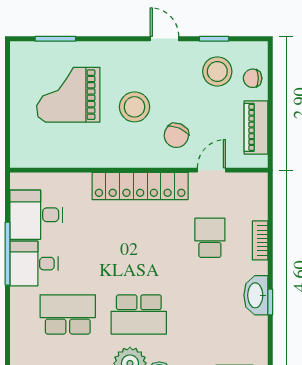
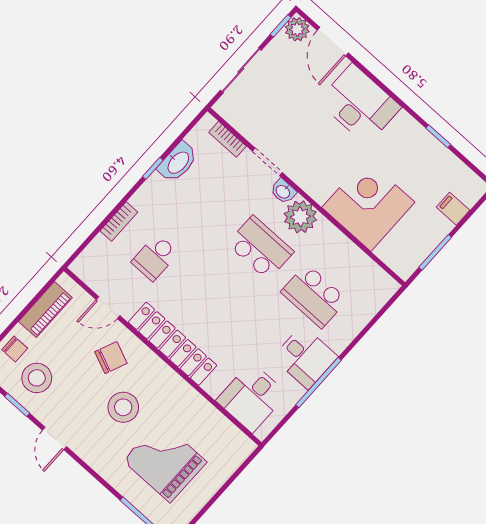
grand piano: (68, 95) -> (165, 461), turned 180
desk: (36, 215) -> (252, 397), moved, turned 90
washbasin: (256, 295) -> (178, 162), moved

